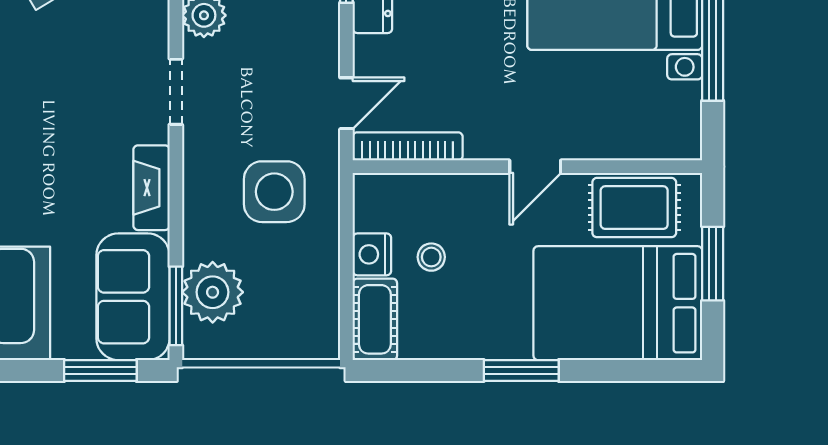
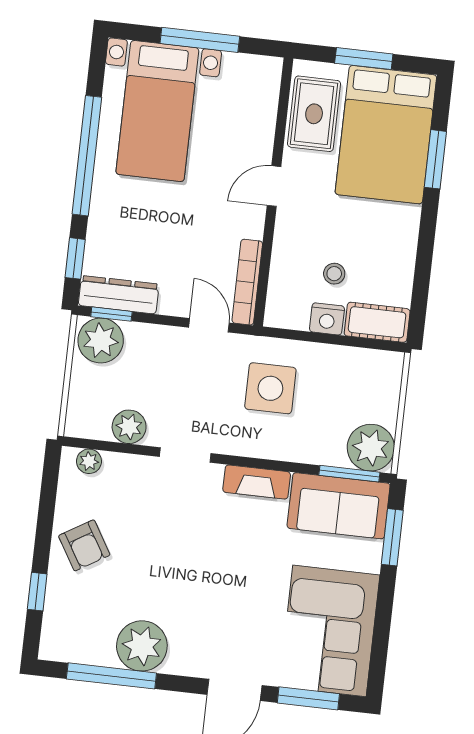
door: (535, 167) -> (274, 186), swing flipped
plant: (213, 292) -> (371, 448), moved
window: (521, 371) -> (435, 159), moved

